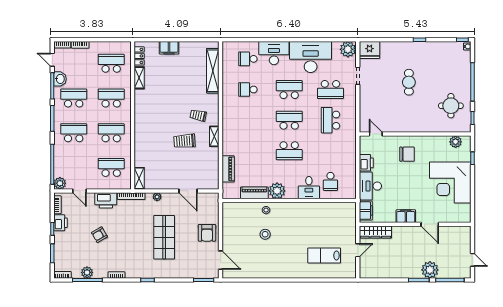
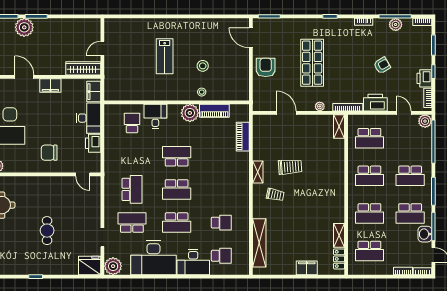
lab bench: (324, 255) -> (165, 56), moved, turned 90

